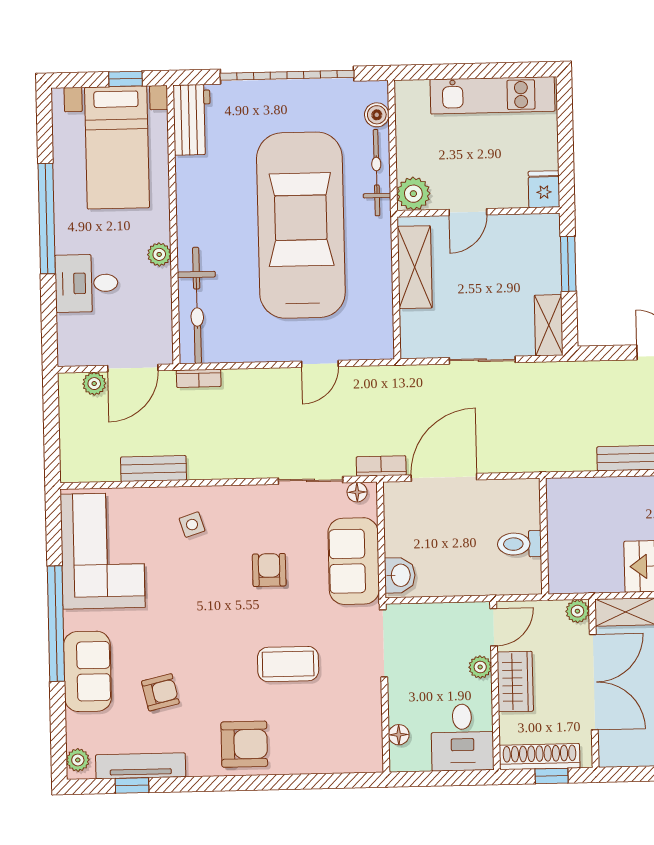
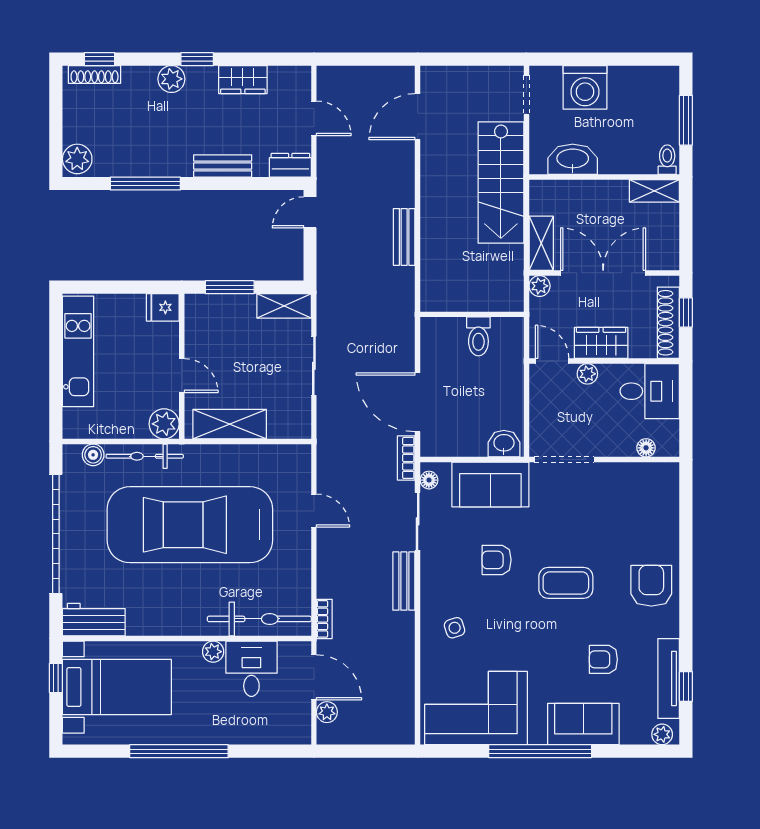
desk: (86, 283) -> (251, 669), moved, turned 180
bench: (154, 469) -> (404, 581), moved
coffee table: (288, 664) -> (566, 583), moved, turned 90
armchair: (160, 692) -> (603, 659), turned -77

